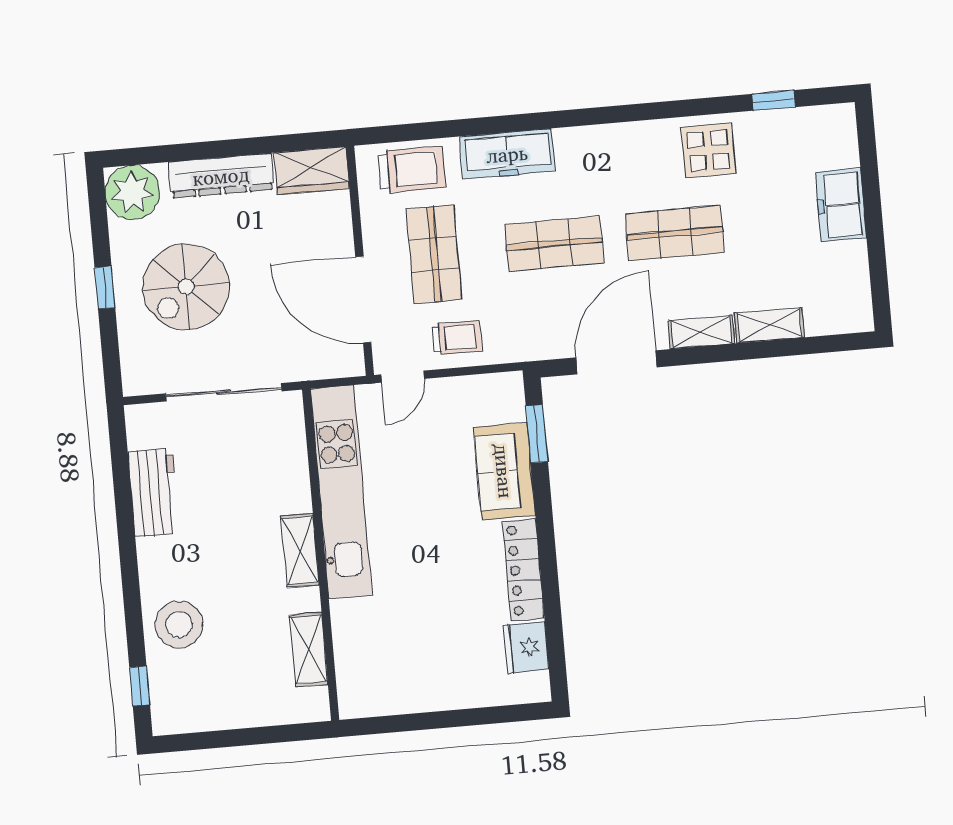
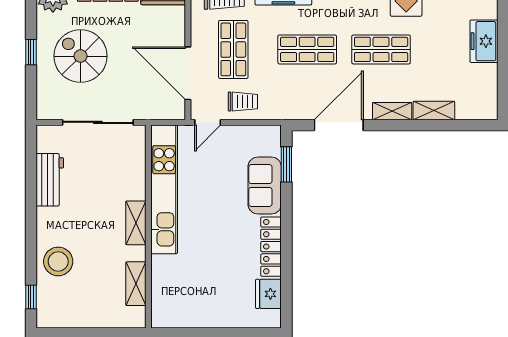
spiral stairs: (186, 287) -> (81, 56), turned 90

